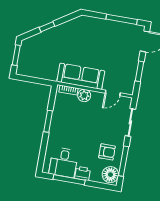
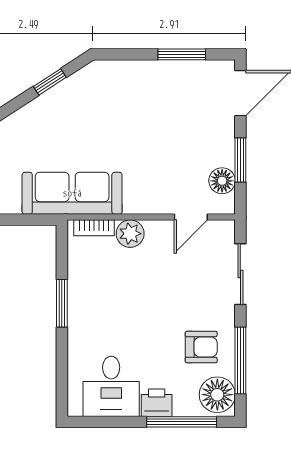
window: (122, 19) -> (182, 54), width x0.69
window: (47, 27) -> (50, 82), moved
sofa: (81, 76) -> (72, 193), moved
floor lamp: (130, 79) -> (222, 181), added
window: (69, 180) -> (182, 422), moved

